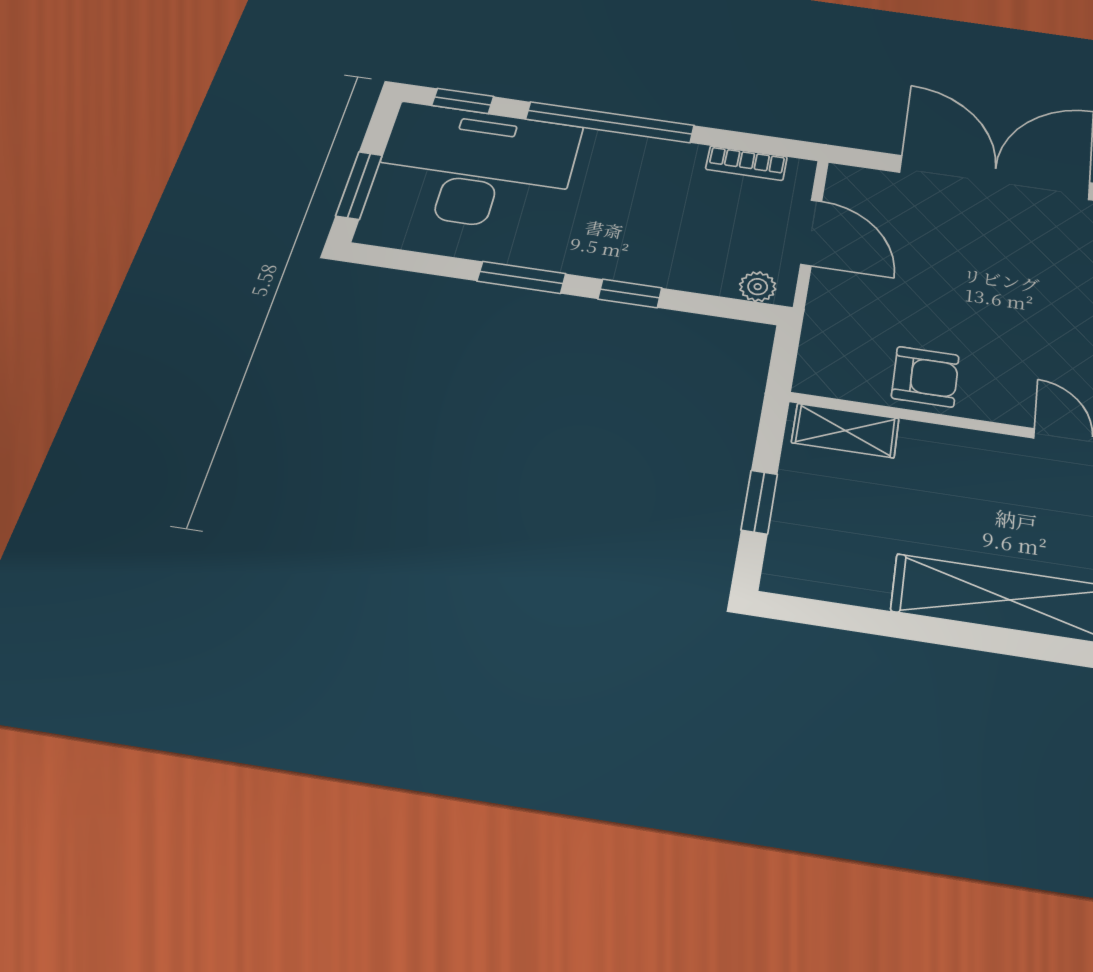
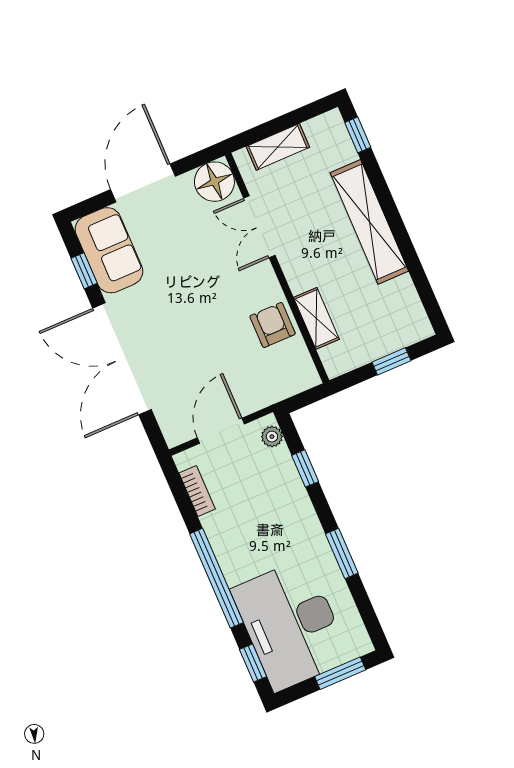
window: (630, 293) -> (305, 468), moved
shelving: (845, 431) -> (316, 318), moved

